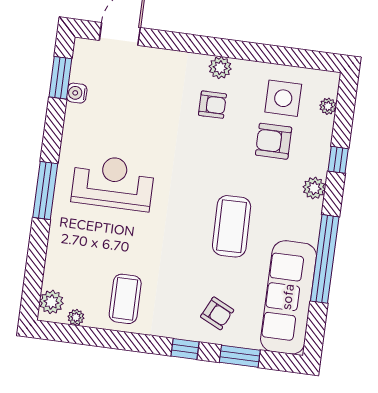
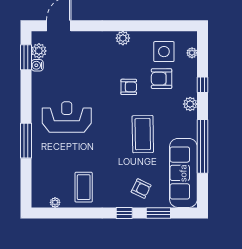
armchair: (212, 105) -> (129, 87), moved
window: (45, 190) -> (26, 141), moved
plant: (51, 302) -> (39, 51), moved

